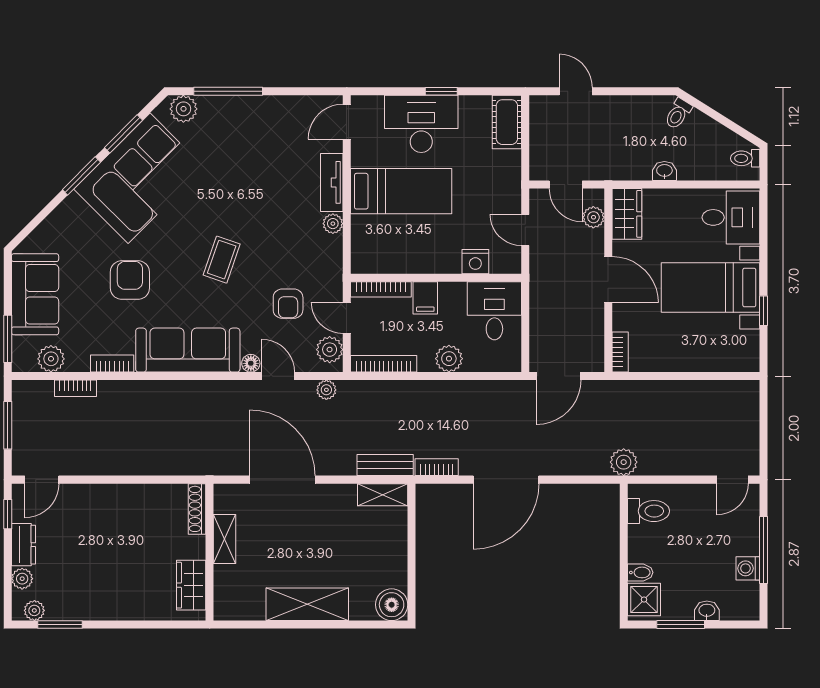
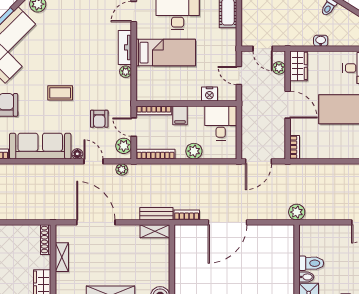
coffee table: (222, 260) -> (60, 93), turned 71
toilet: (648, 511) -> (311, 263), moved

